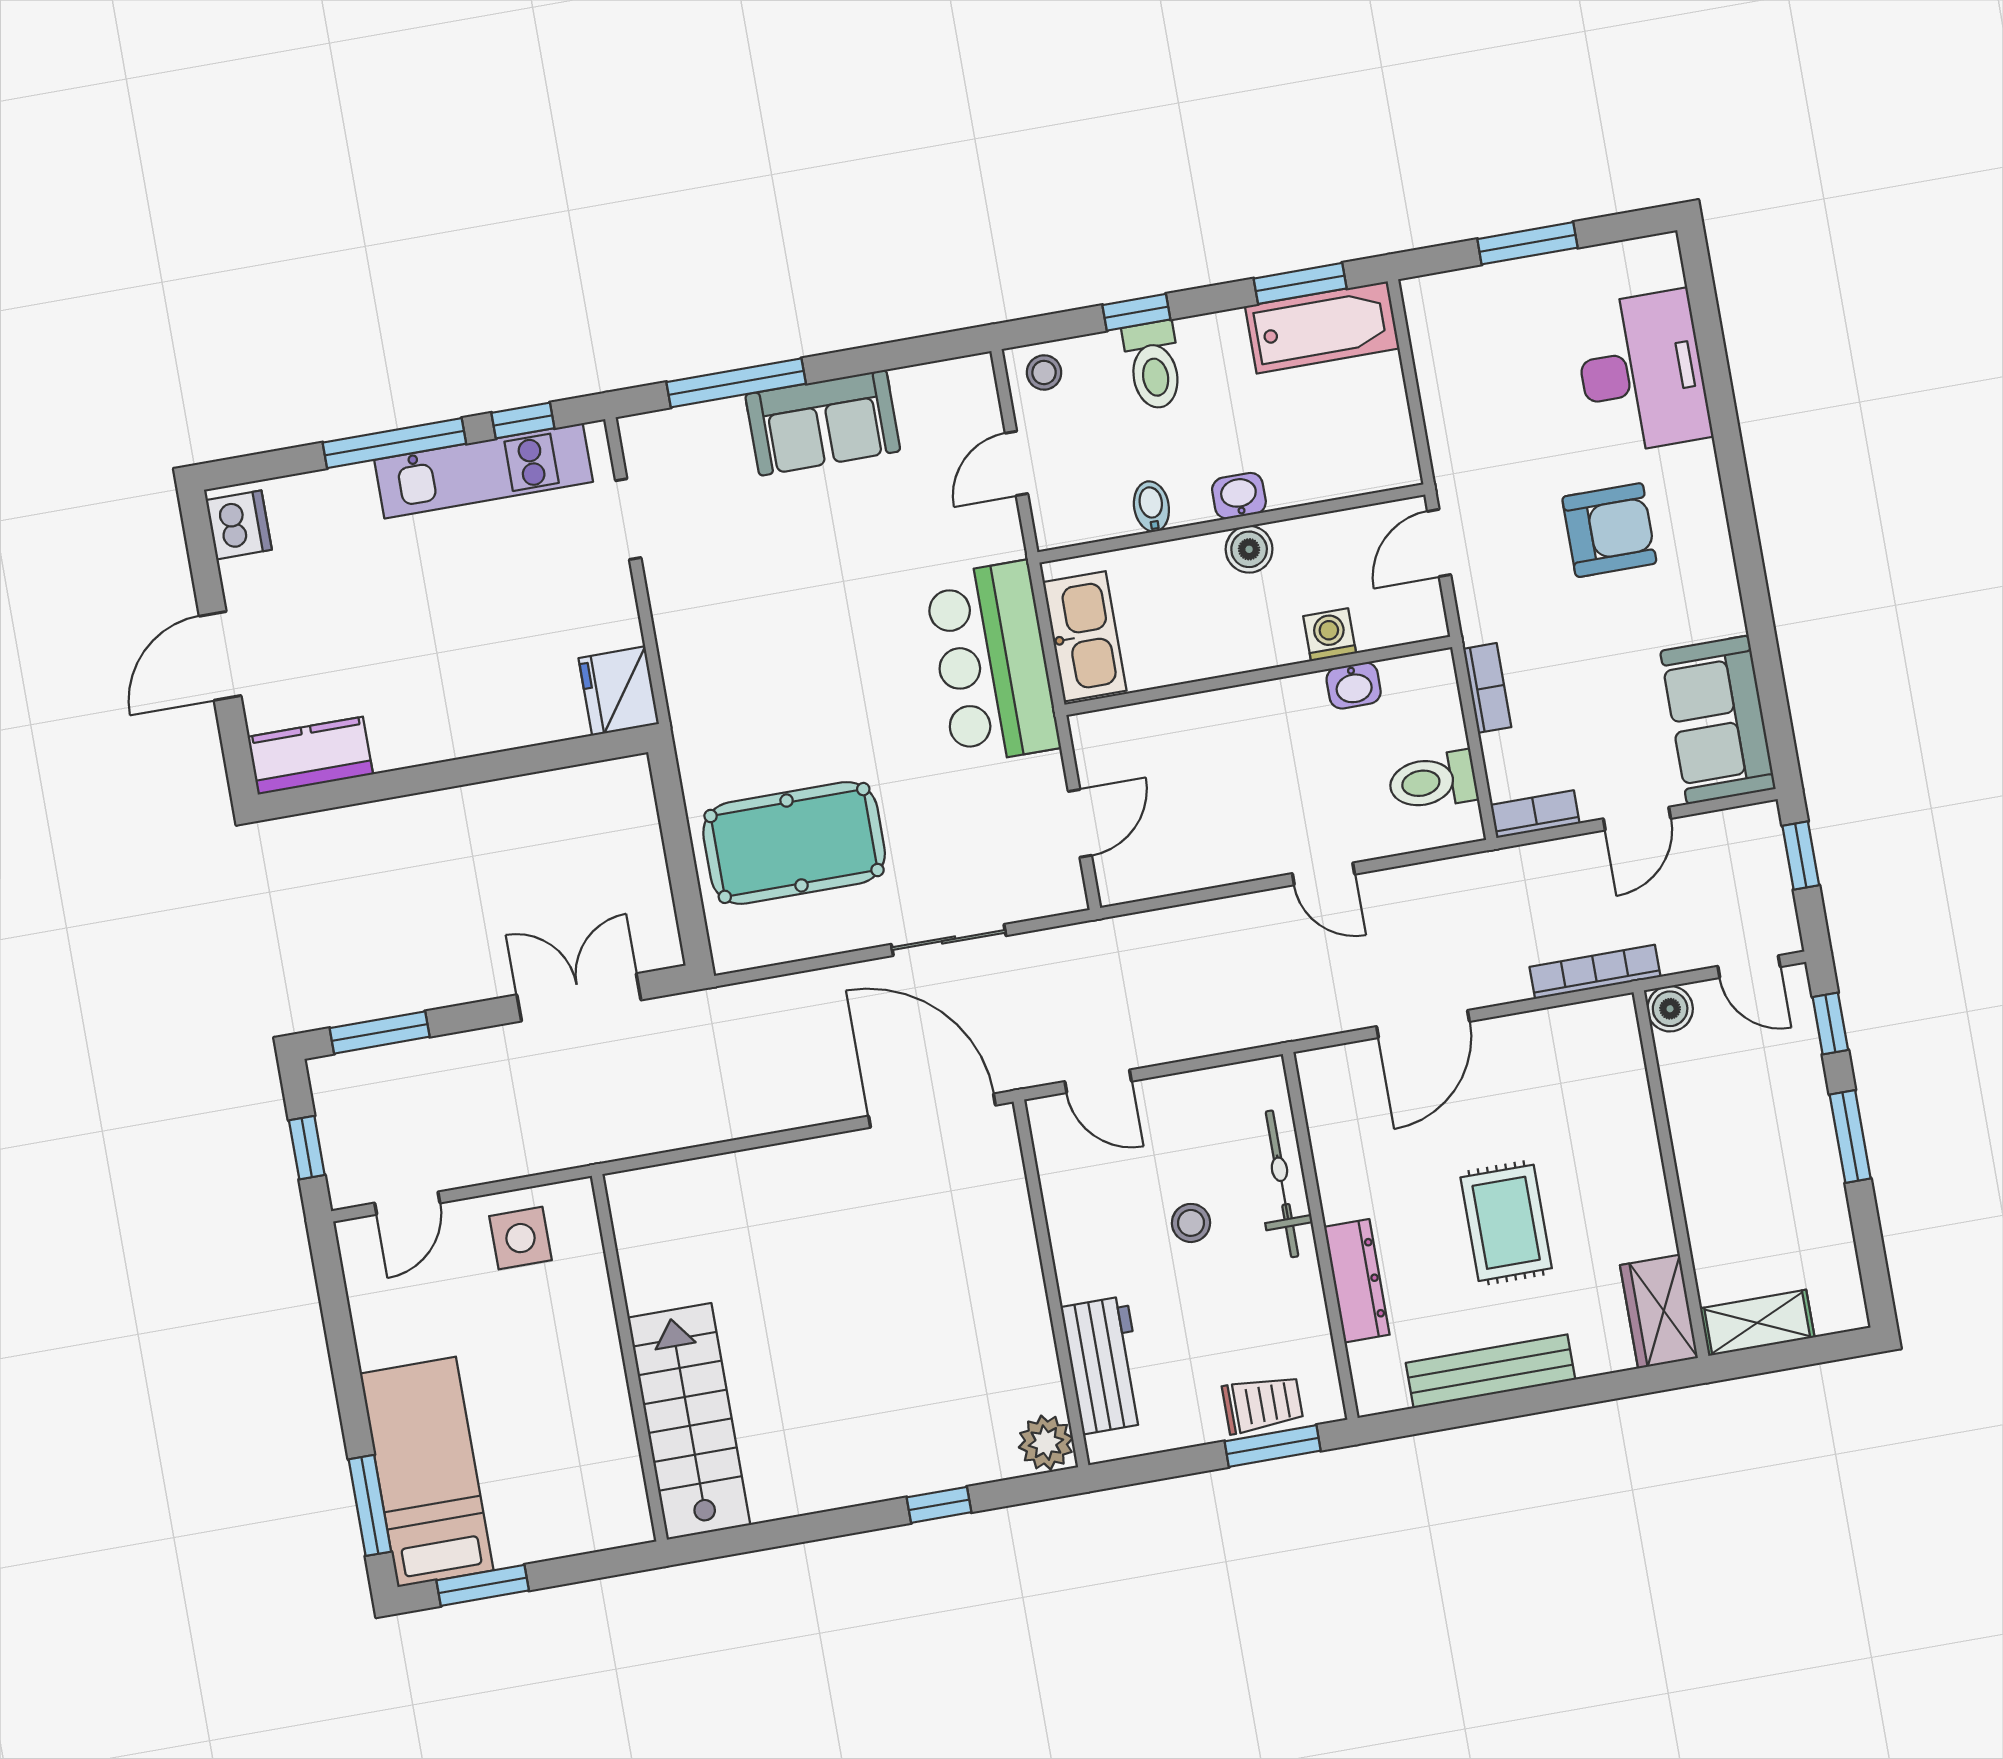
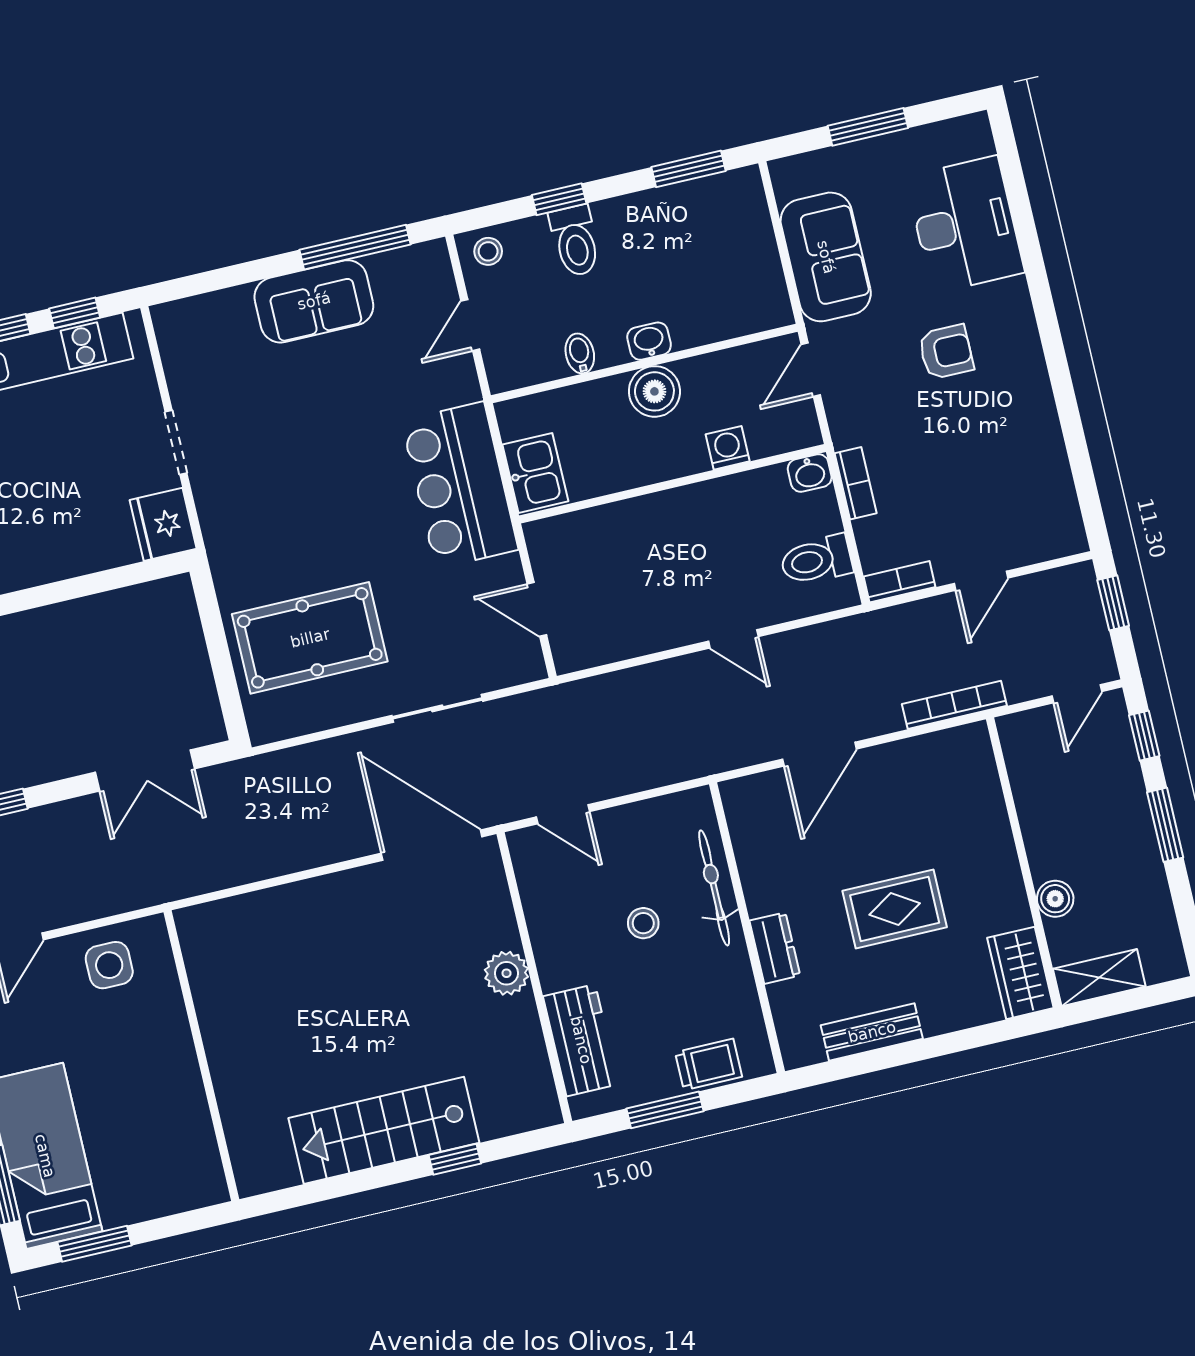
bathtub: (1322, 327) -> (708, 203), removed
window: (736, 383) -> (355, 247), moved
doorway: (628, 519) -> (176, 443), moved
armchair: (1609, 530) -> (946, 352), width x0.72, depth x0.72
boiler: (1249, 549) -> (654, 391), width x1.36, depth x1.36
kitchen sink: (1085, 636) -> (535, 473), width x0.73
washbasin: (1354, 685) -> (810, 473), moved
sofa: (1718, 720) -> (826, 257), moved, turned 180
door: (1080, 823) -> (537, 609), swing flipped
door: (1749, 967) -> (1077, 694), hinge flipped
double door: (579, 997) -> (145, 771), swing flipped
boiler: (1670, 1009) -> (1055, 899), moved
rug: (1506, 1223) -> (895, 909), turned 90
dresser: (1357, 1281) -> (775, 948), width x0.70
bench: (1491, 1371) -> (872, 1032), width x0.73
stairs: (689, 1421) -> (384, 1130), moved, turned -90
plant: (1046, 1443) -> (506, 973), moved
window: (1273, 1446) -> (665, 1110), moved

